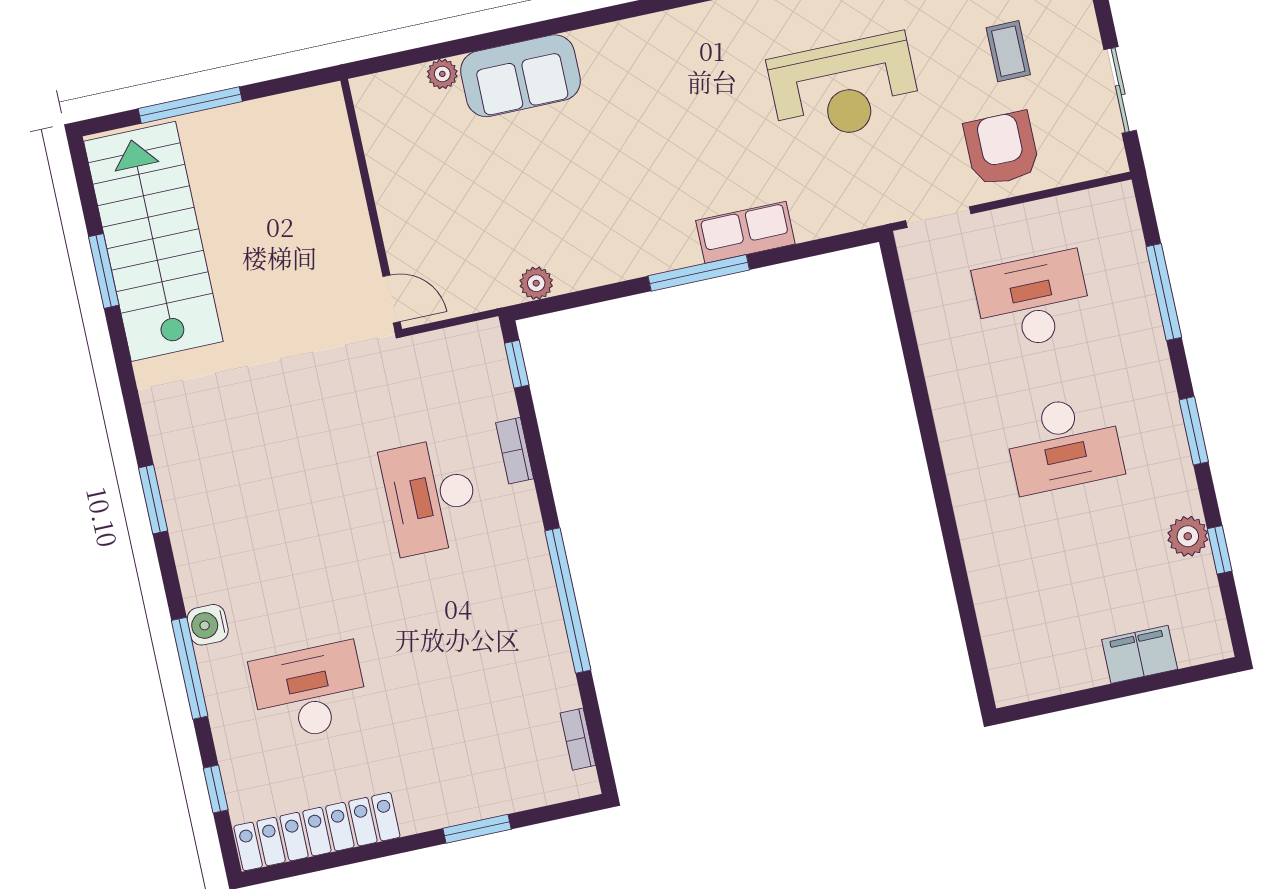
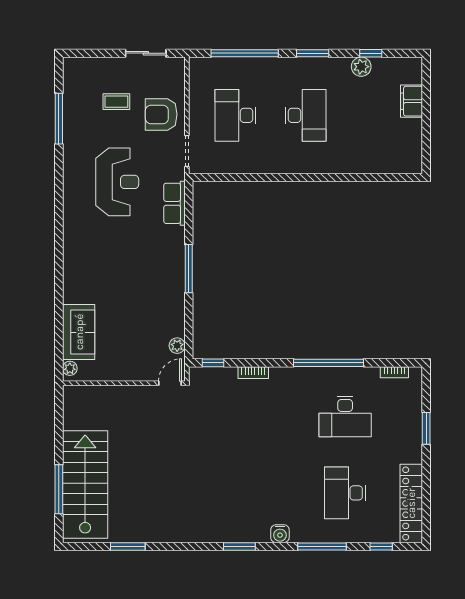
wall: (371, 205) -> (124, 383), moved
row of seats: (745, 232) -> (174, 203), moved
stairs: (153, 241) -> (85, 485), moved, turned 90
window: (1164, 292) -> (245, 53), width x1.46
door: (392, 299) -> (170, 383), moved
desk: (431, 496) -> (345, 416), moved
water cooler: (208, 625) -> (280, 534), moved

